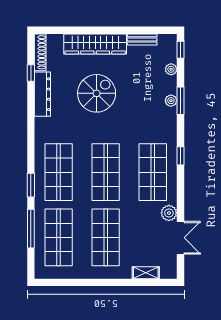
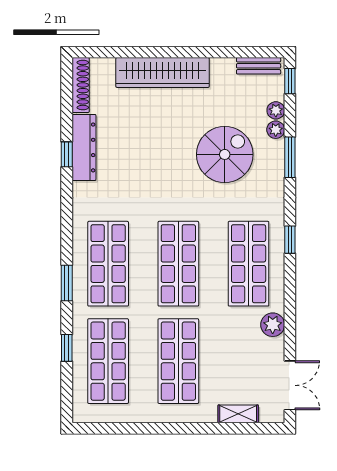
bench: (142, 39) -> (259, 66), moved
window: (31, 73) -> (67, 154), moved
spiral stairs: (97, 93) -> (225, 154), moved
plant: (171, 101) -> (276, 130), moved
window: (31, 229) -> (67, 348), width x0.46
double door: (180, 238) -> (290, 385), moved

